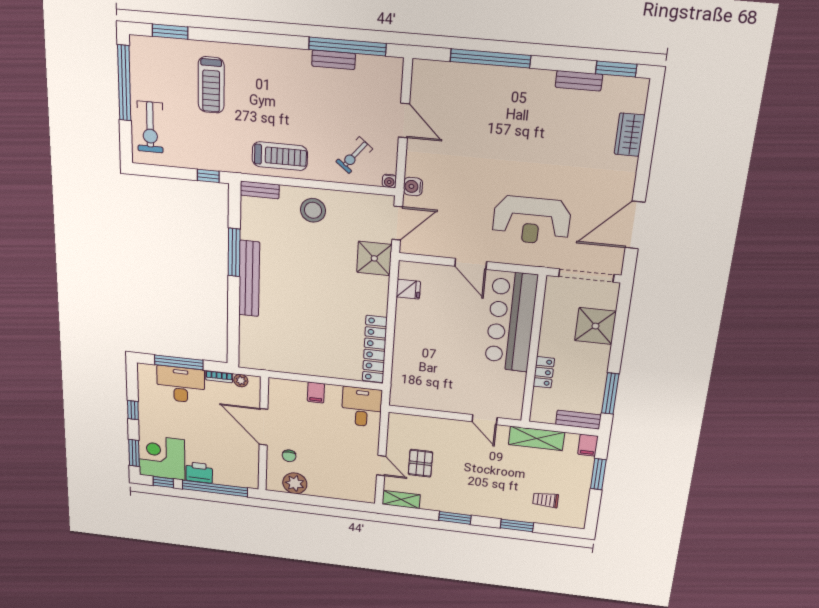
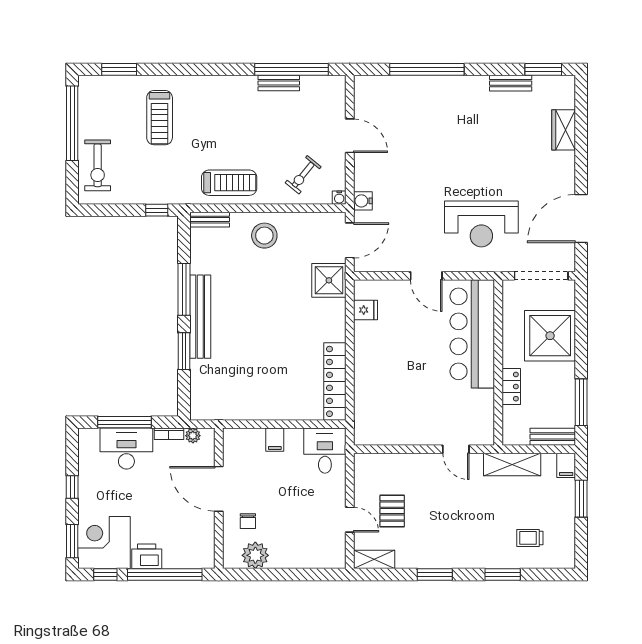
window: (233, 308) -> (184, 351), added
shower: (595, 326) -> (550, 336), width x1.37, depth x1.37

